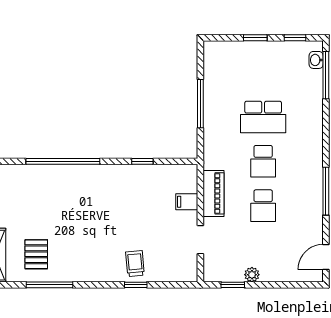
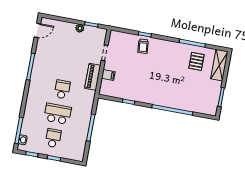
school desk: (263, 206) -> (53, 138), moved

